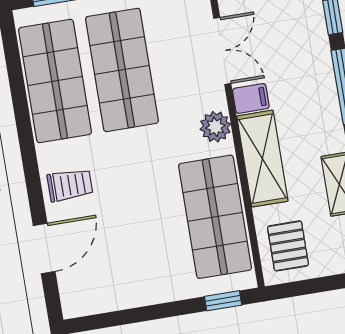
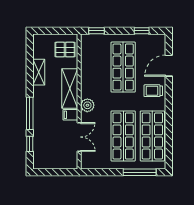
double door: (222, 51) -> (79, 137), swing flipped
shop shelf: (215, 217) -> (123, 67), moved
pallet: (288, 246) -> (65, 50), turned 90
window: (119, 318) -> (142, 31), added

